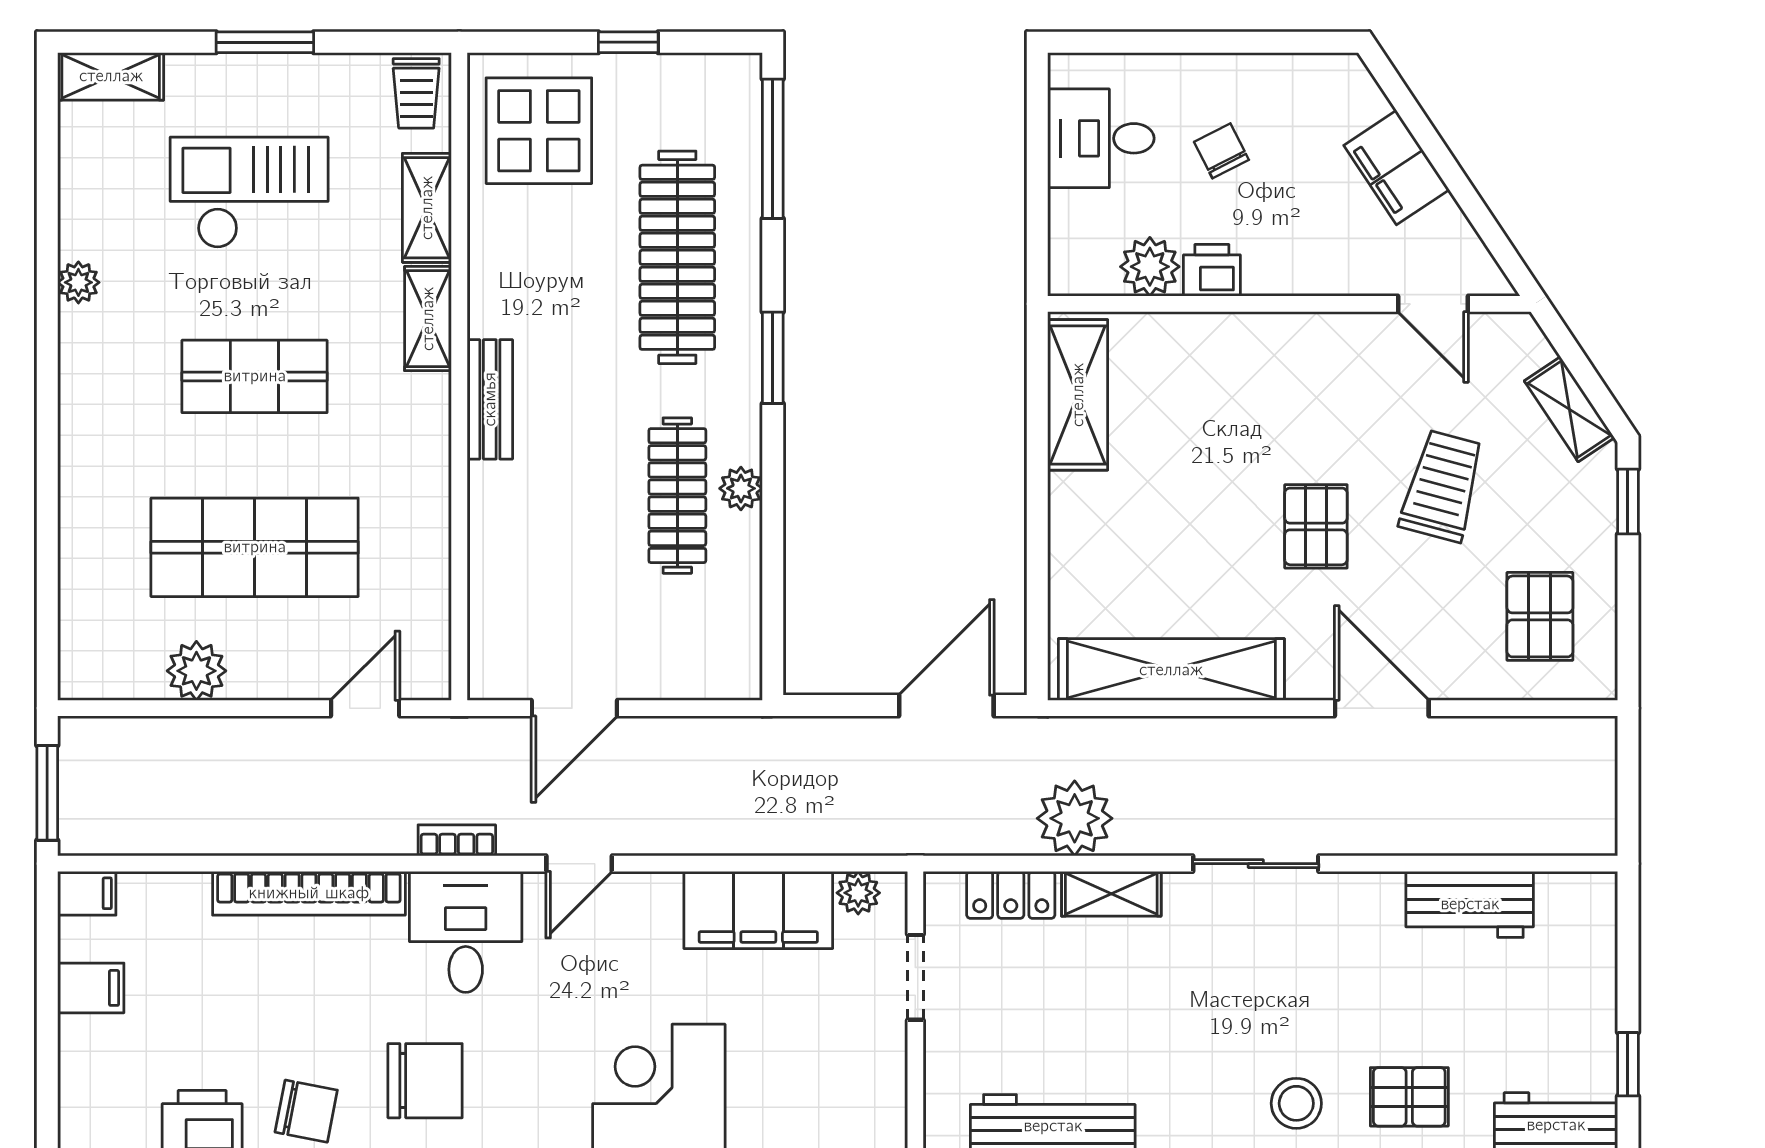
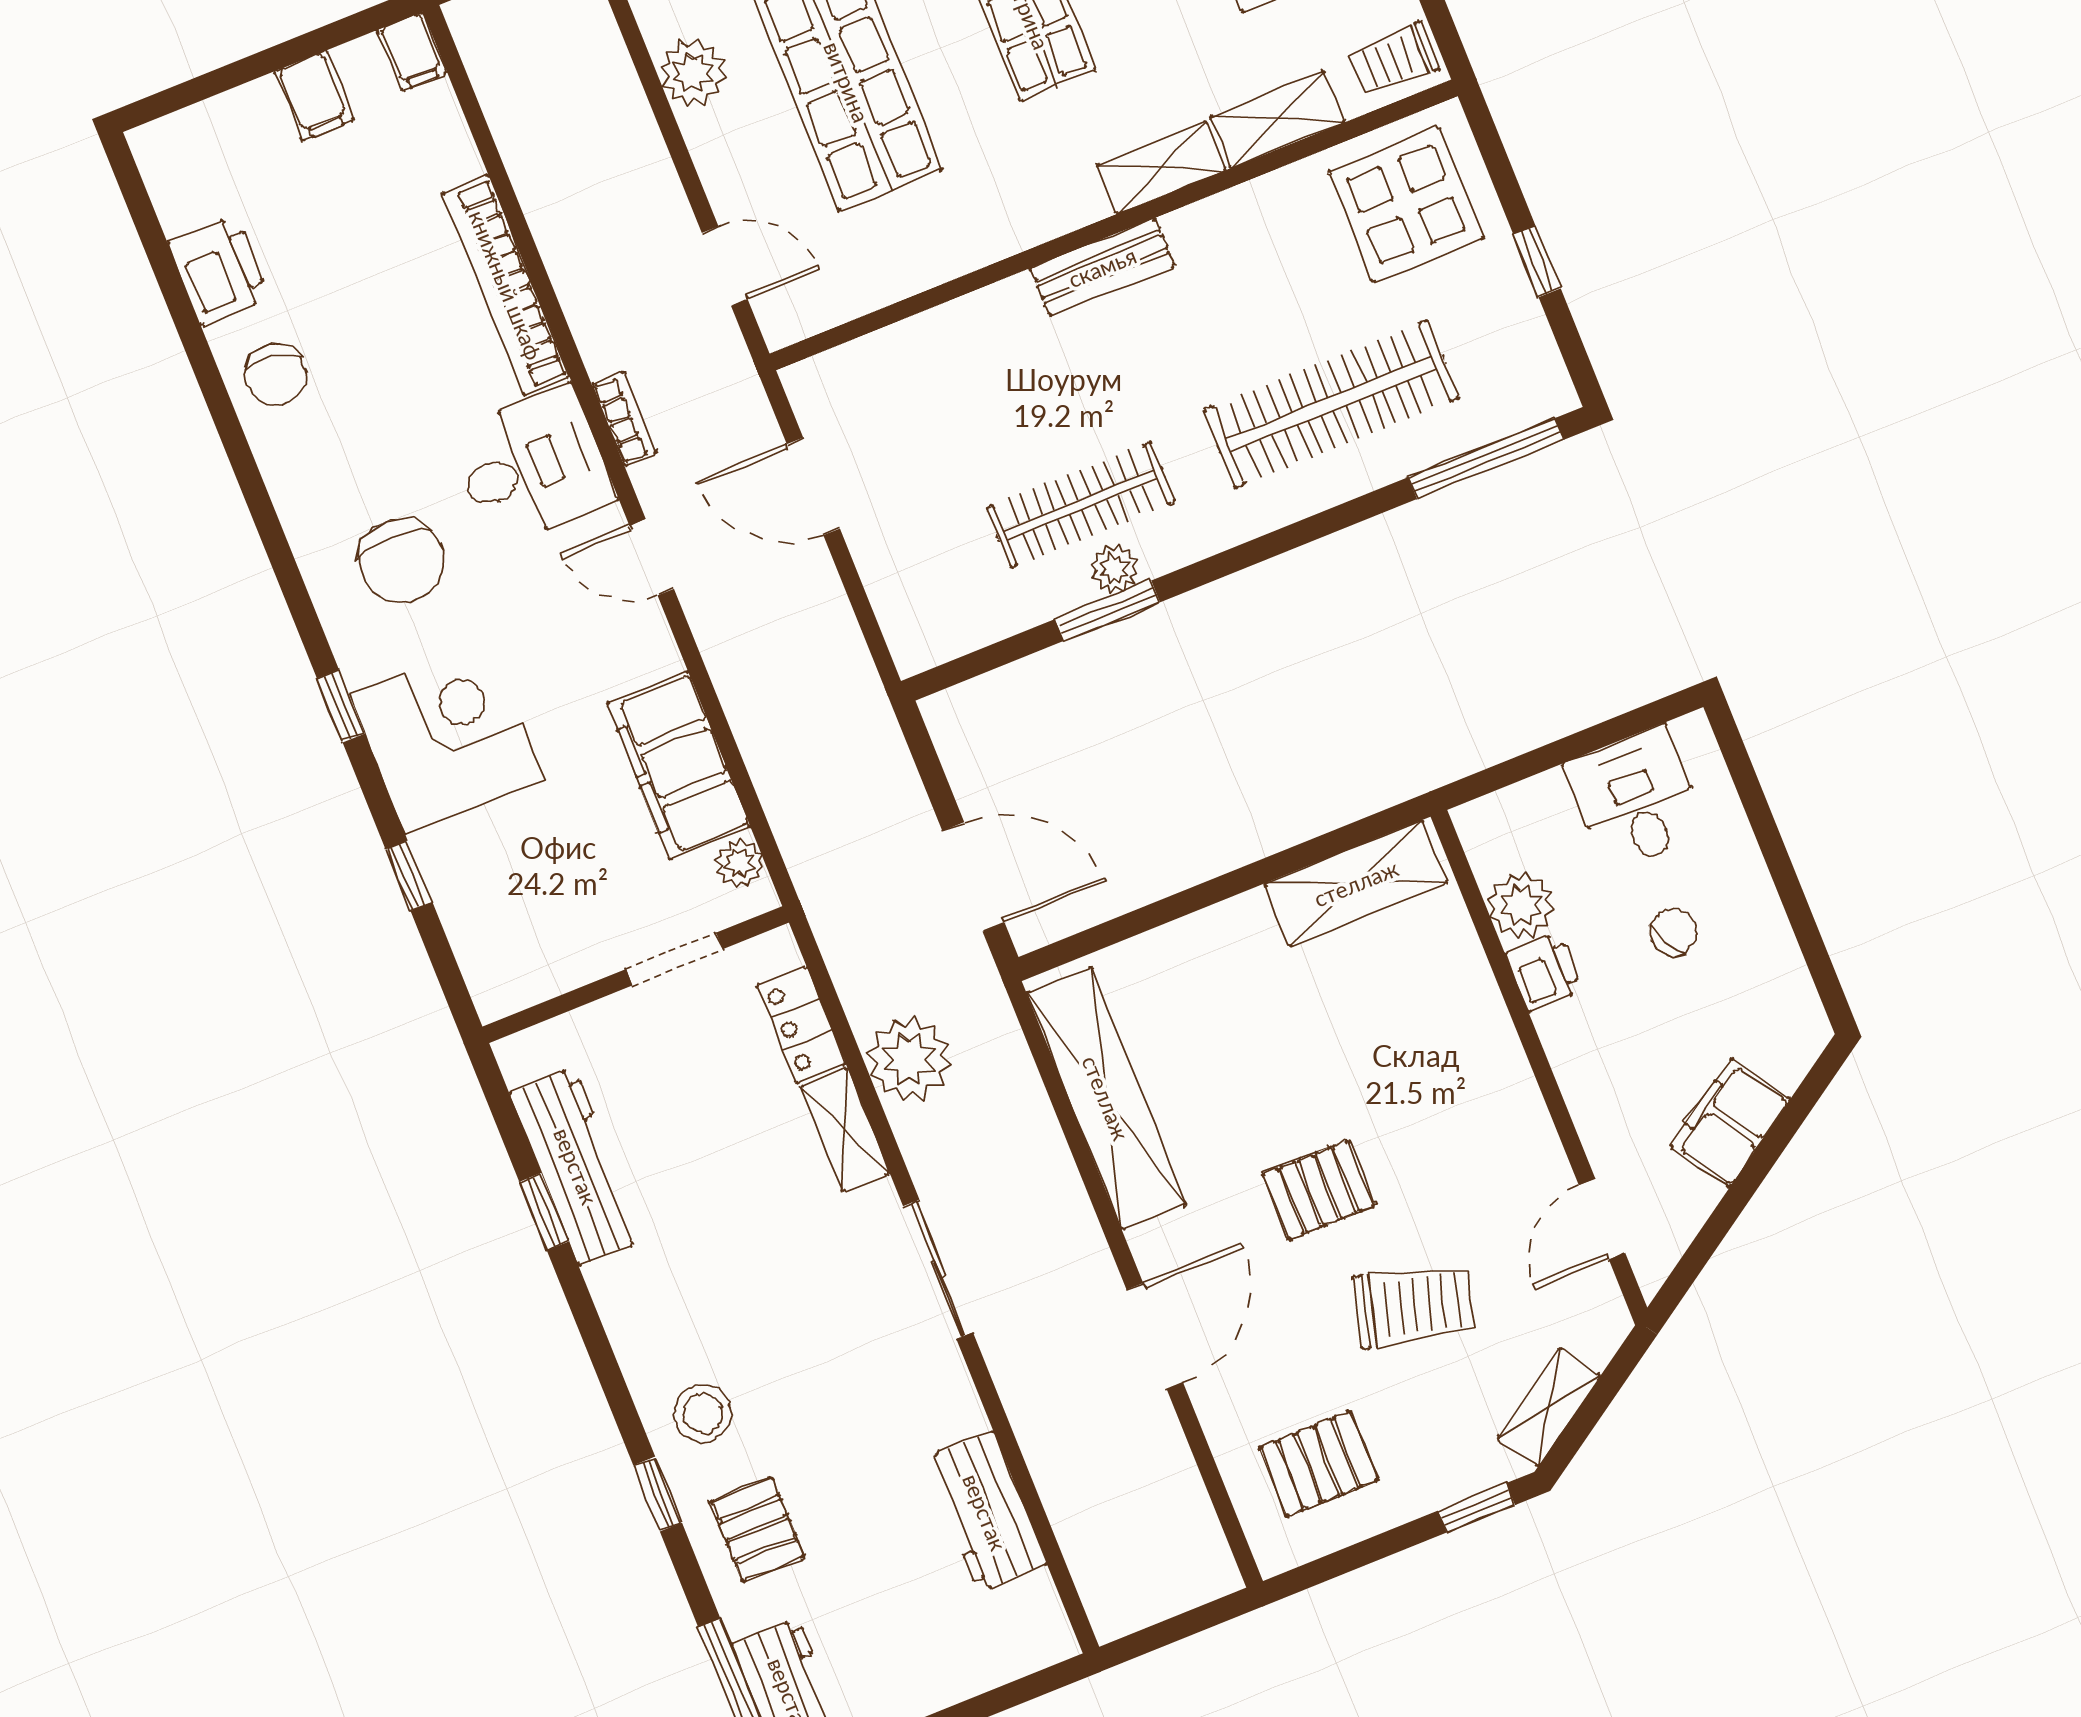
window: (773, 358) -> (1107, 611), moved
chair: (425, 1081) -> (401, 560), moved

